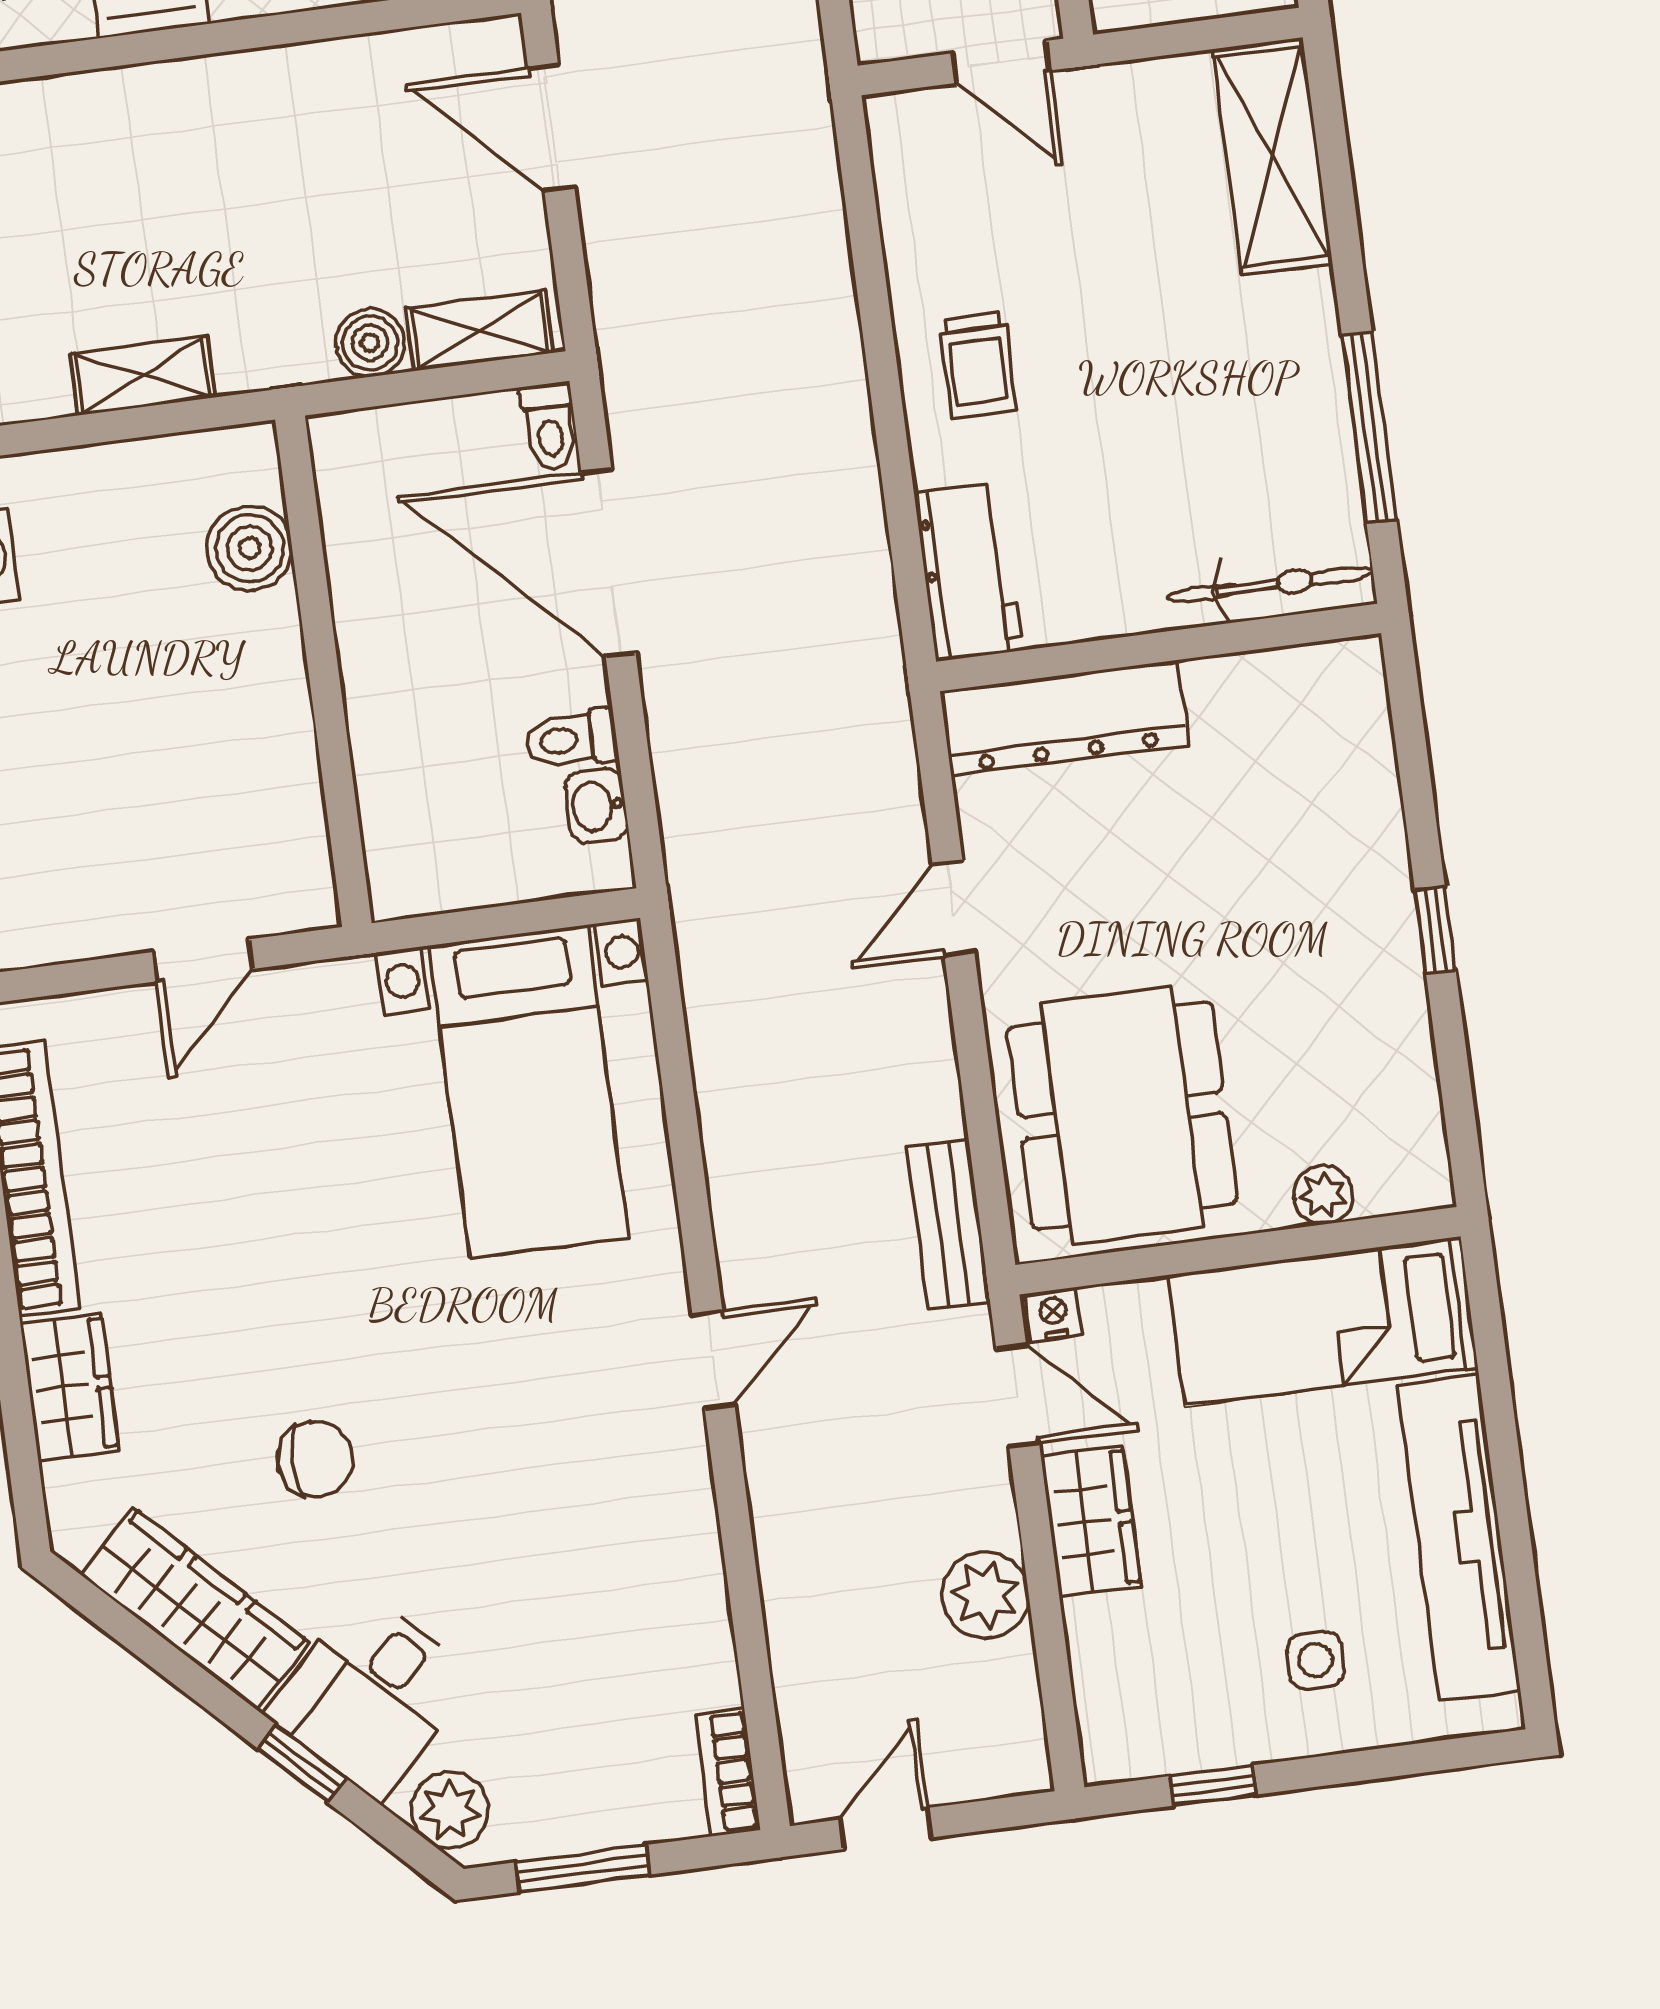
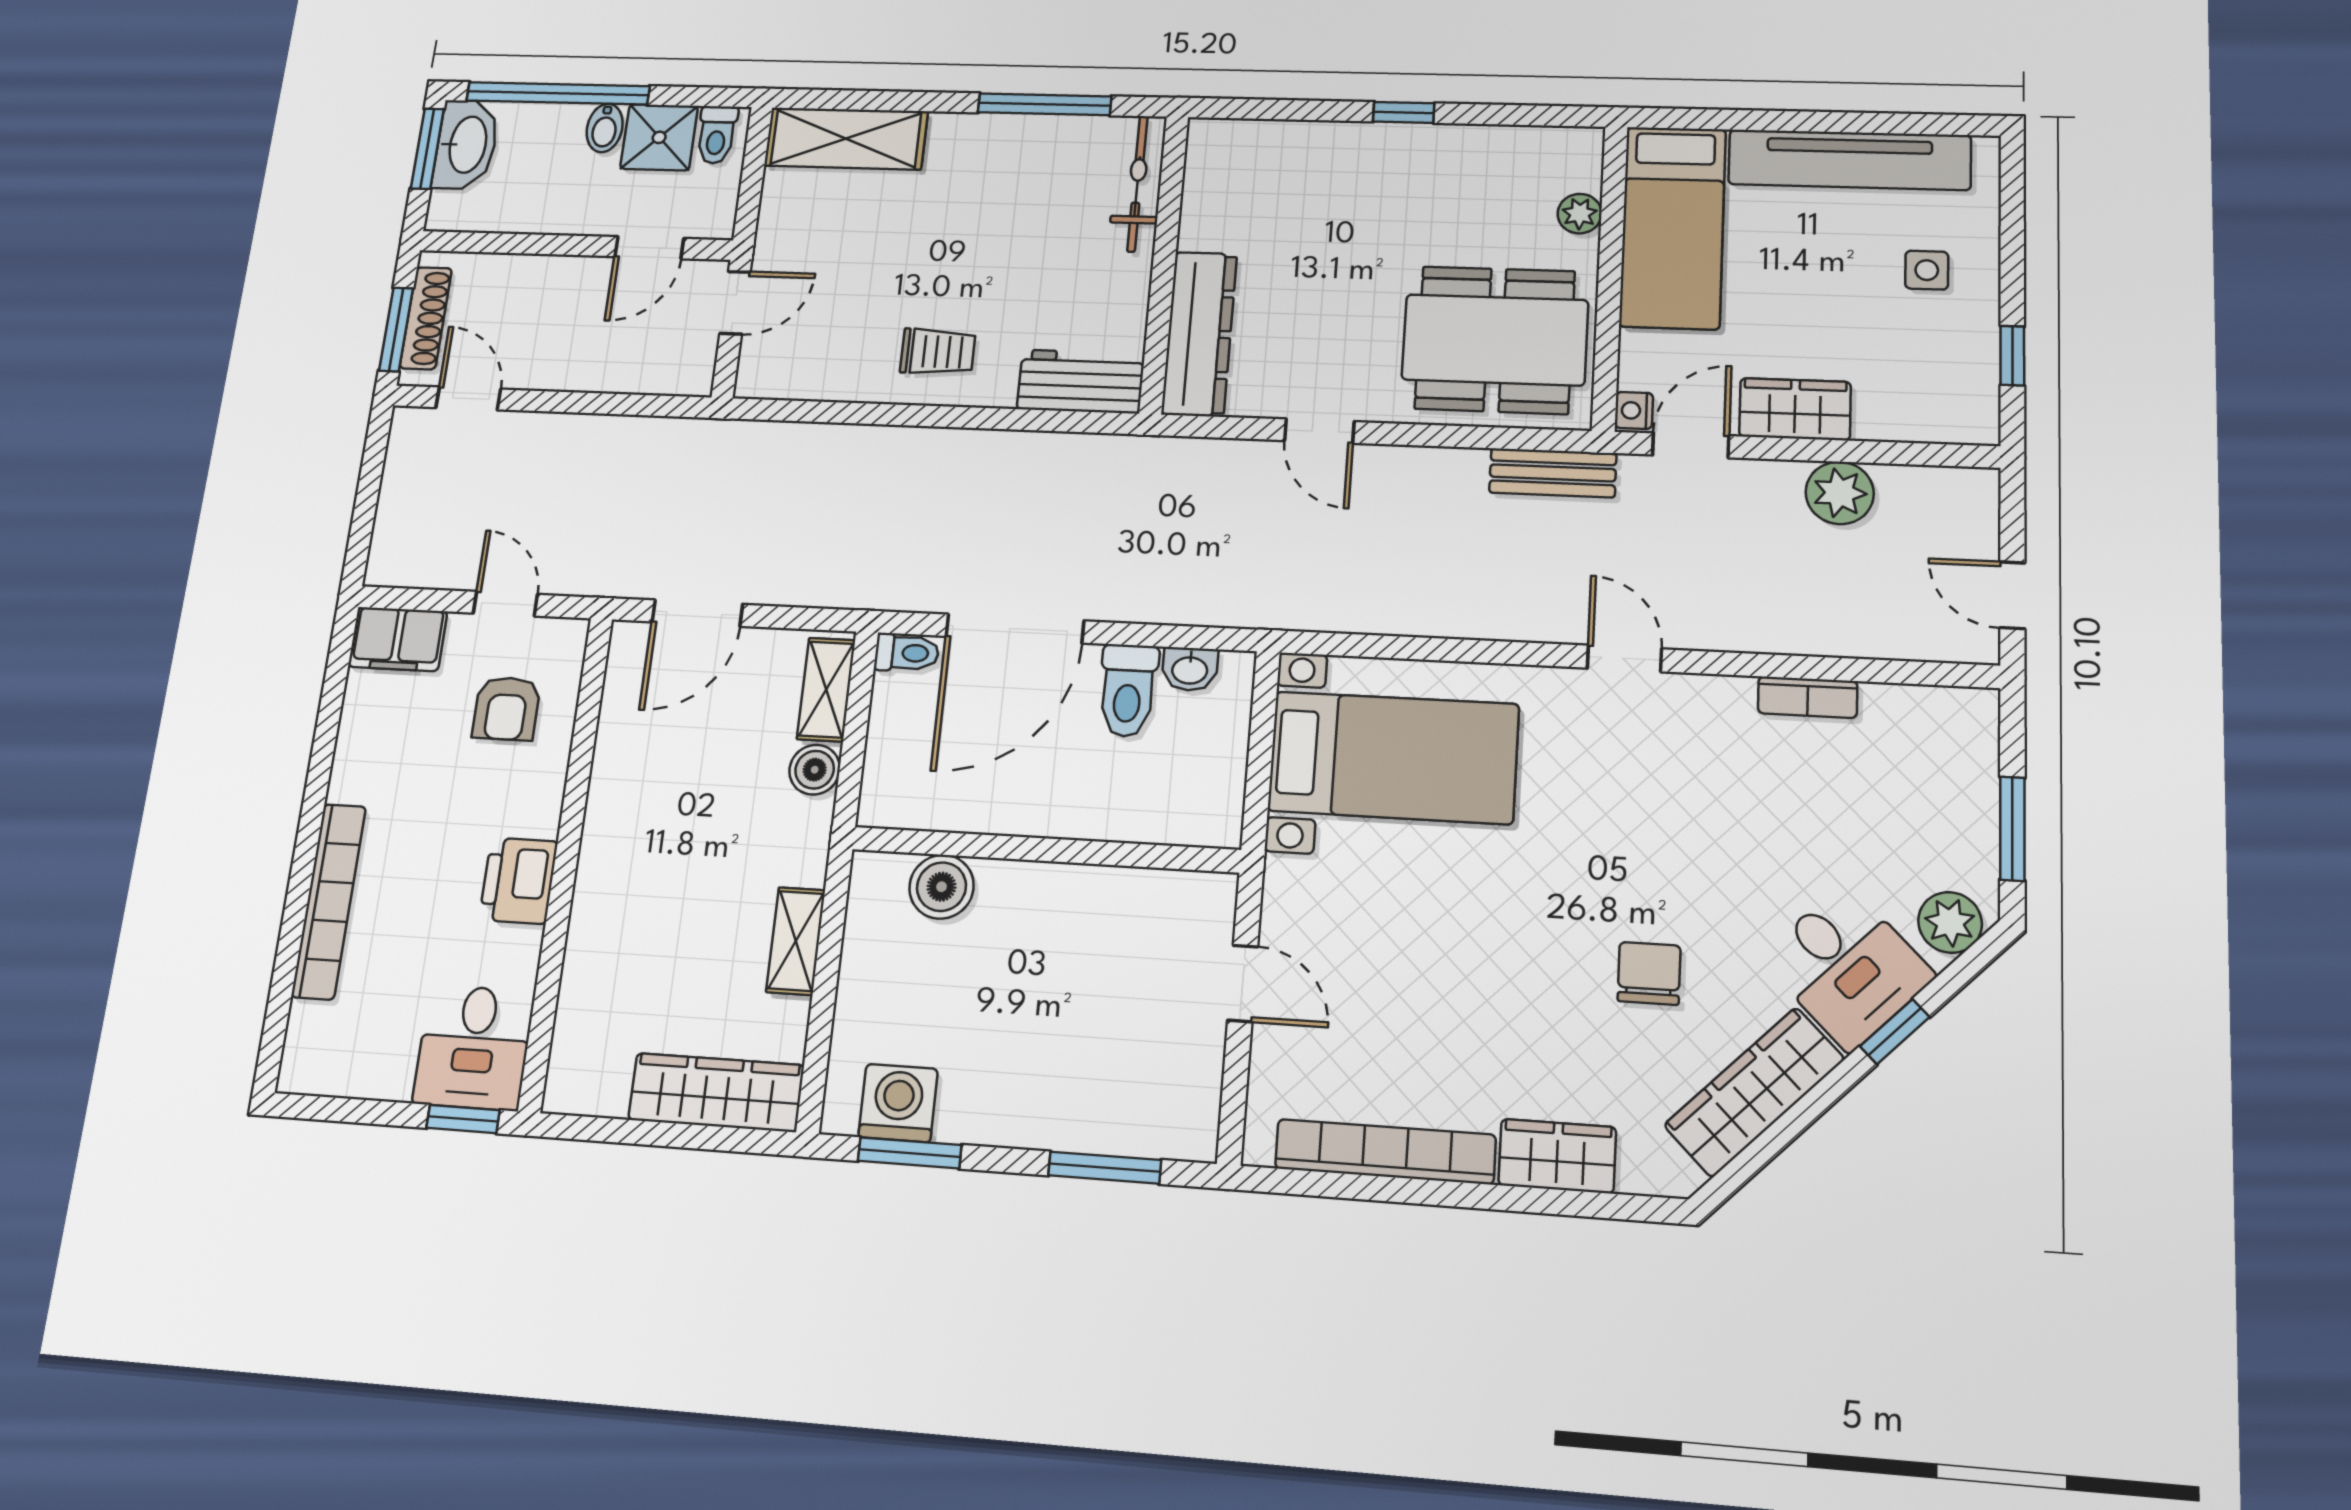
toilet: (571, 739) -> (1128, 691), width x1.37, depth x1.39
bookcase: (728, 1772) -> (1808, 697), moved

